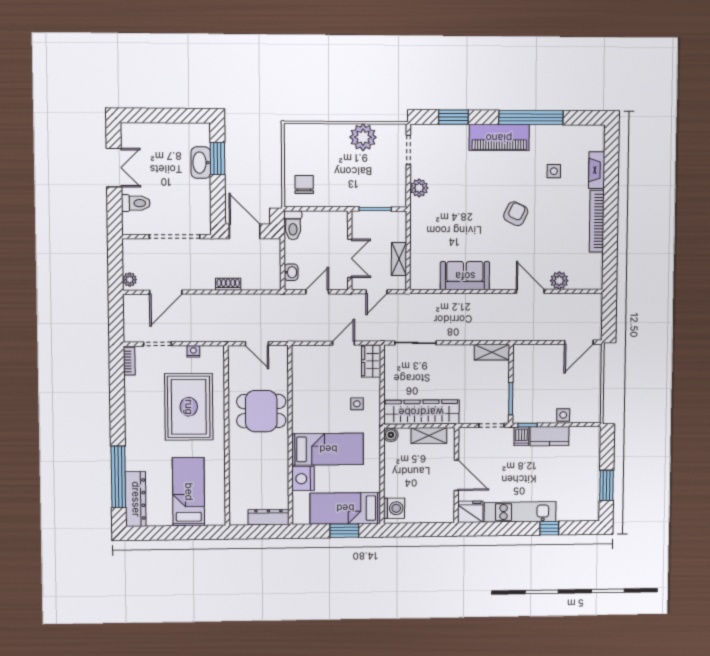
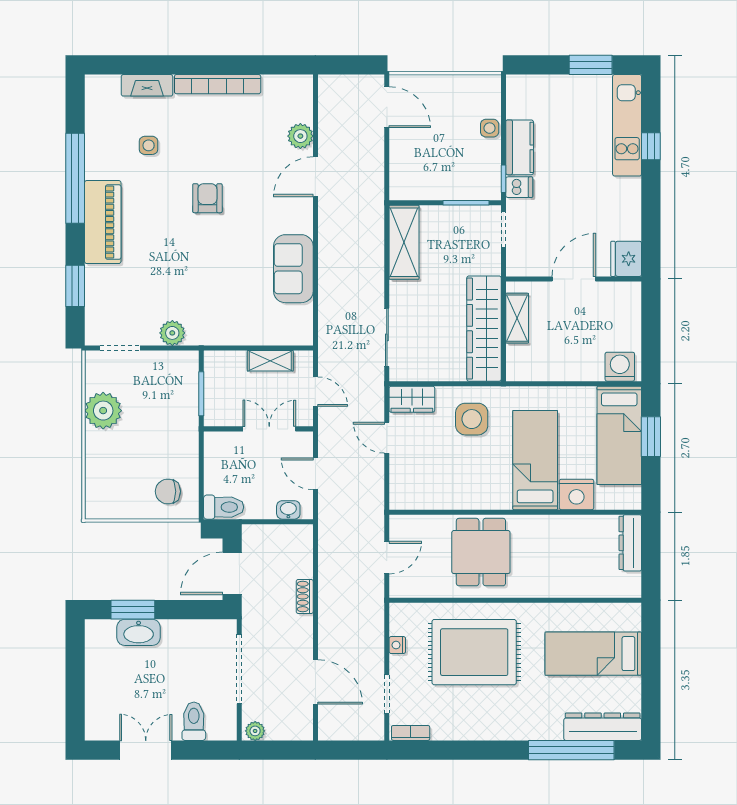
armchair: (516, 214) -> (207, 198), turned 65
plant: (130, 280) -> (255, 731), moved
shelving: (492, 352) -> (404, 242), width x1.50, depth x1.33
side table: (357, 404) -> (472, 419), width x1.87, depth x1.87
boiler: (391, 435) -> (516, 371), removed
kitchen unit: (520, 512) -> (627, 125), moved

